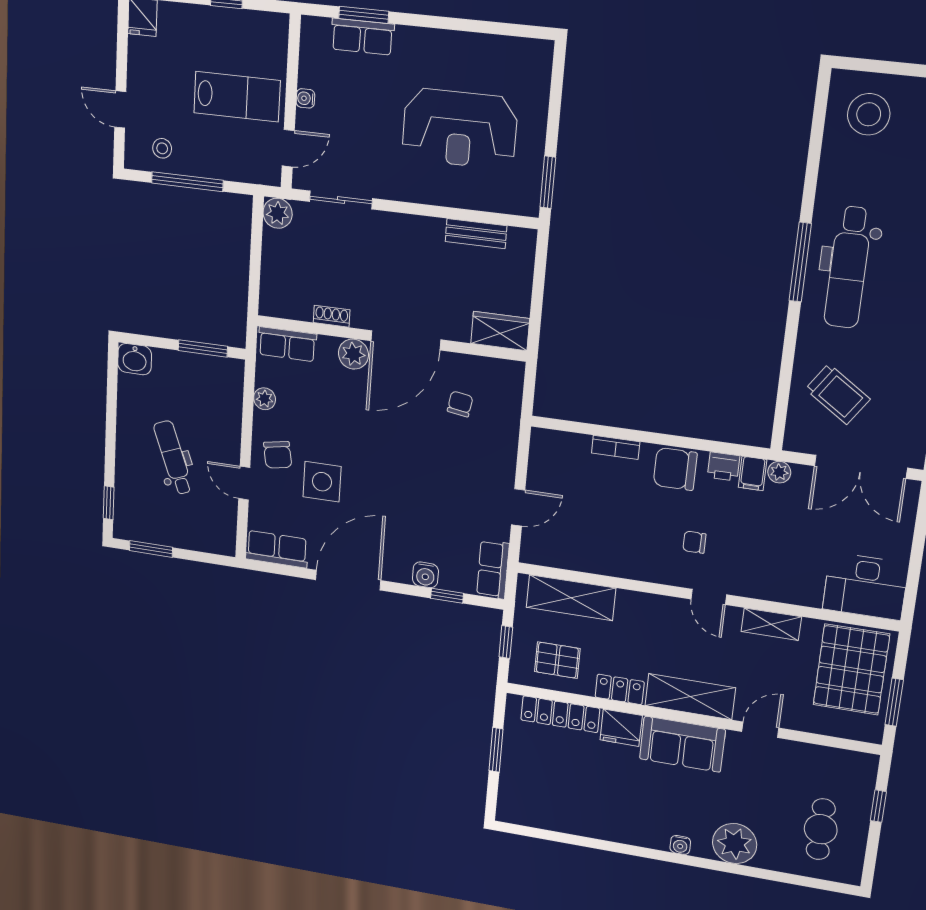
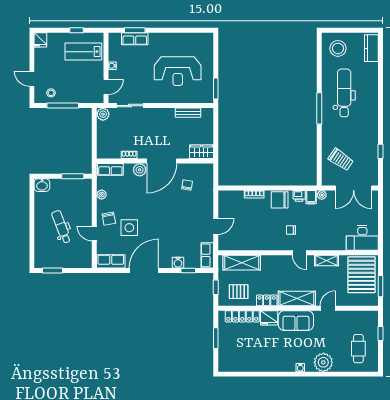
lab bench: (237, 97) -> (83, 52), moved, turned 180
dental chair: (848, 267) -> (344, 93), moved, turned 180
window: (109, 503) -> (32, 252), removed

